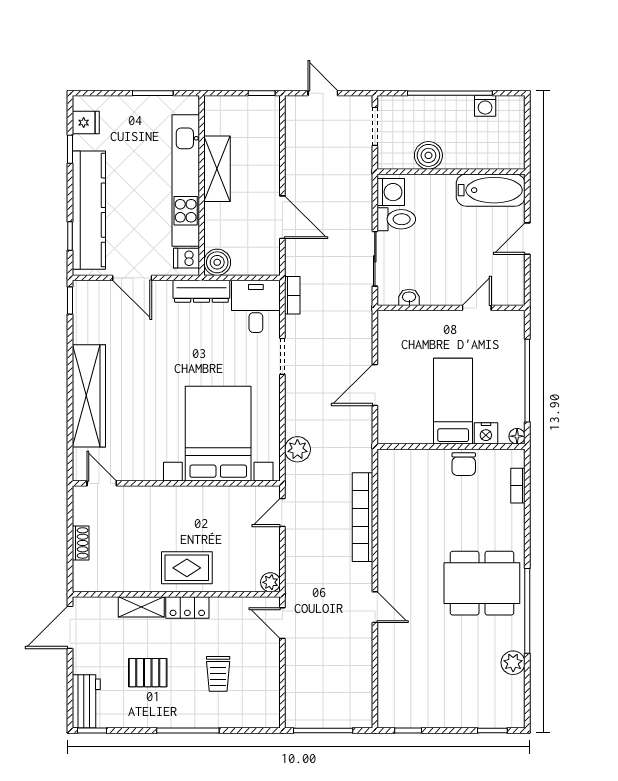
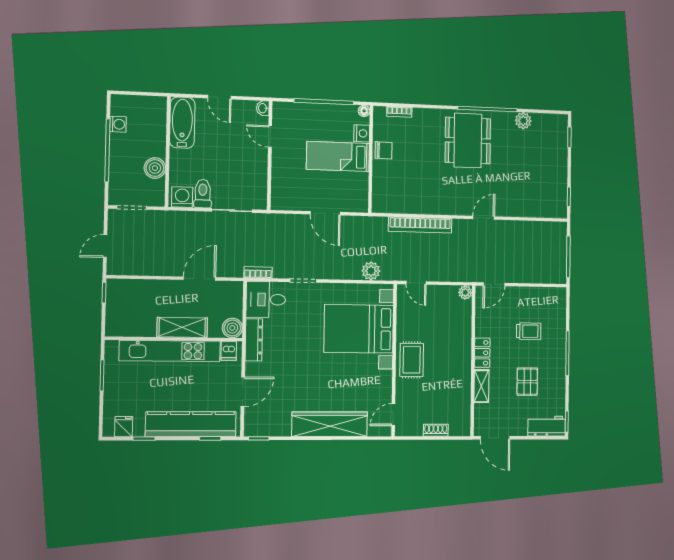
shelving: (217, 169) -> (182, 327), moved
washbasin: (409, 297) -> (263, 108), moved
rug: (187, 568) -> (412, 360), moved

